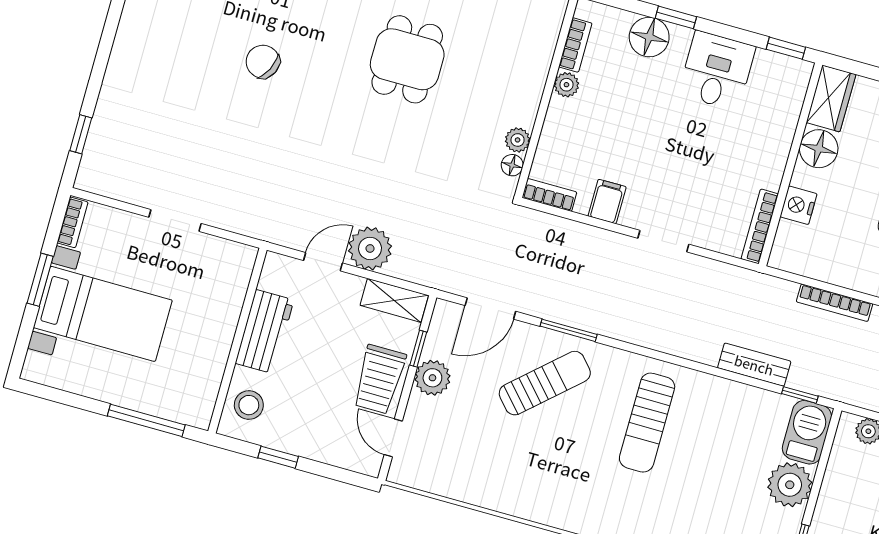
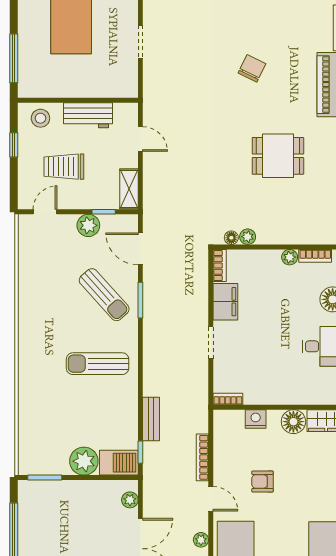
filing cabinet: (607, 201) -> (225, 302), width x2.00
bookcase: (760, 226) -> (228, 399), width x0.64
plant: (370, 248) -> (156, 165), removed
trolley: (379, 379) -> (64, 167), moved

